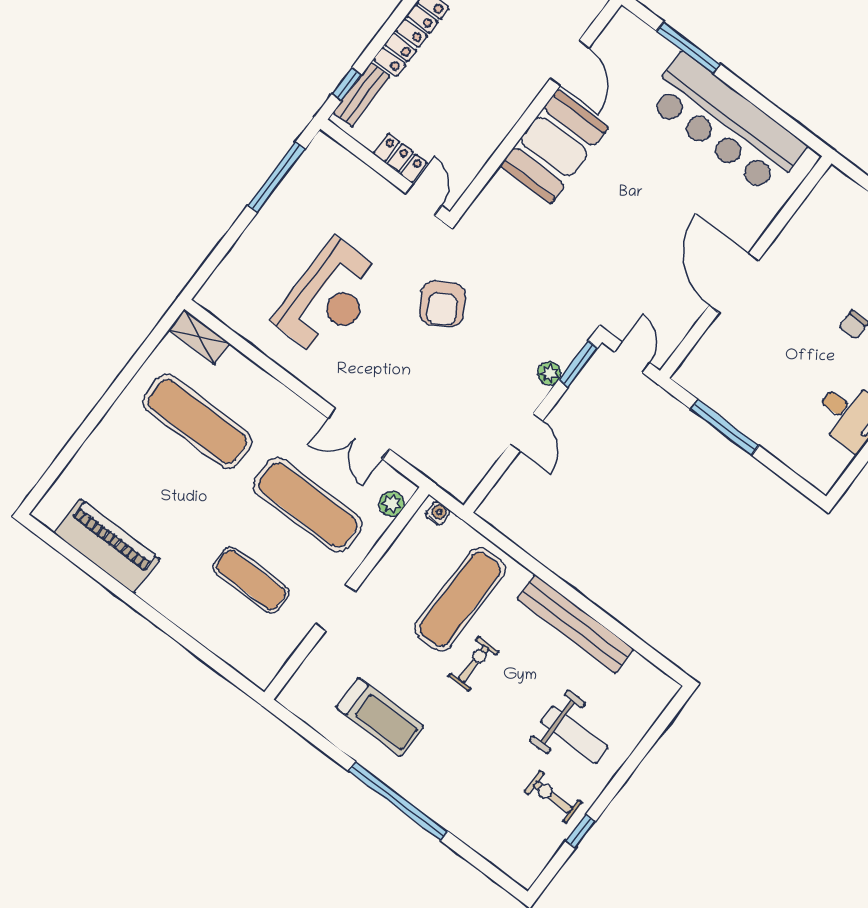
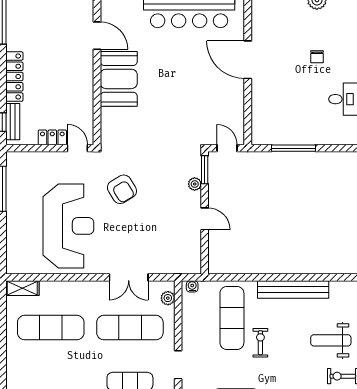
door: (734, 283) -> (248, 60), moved
reception desk: (329, 298) -> (68, 226), width x1.36, depth x1.30
weight bench: (574, 735) -> (331, 340), turned 180

